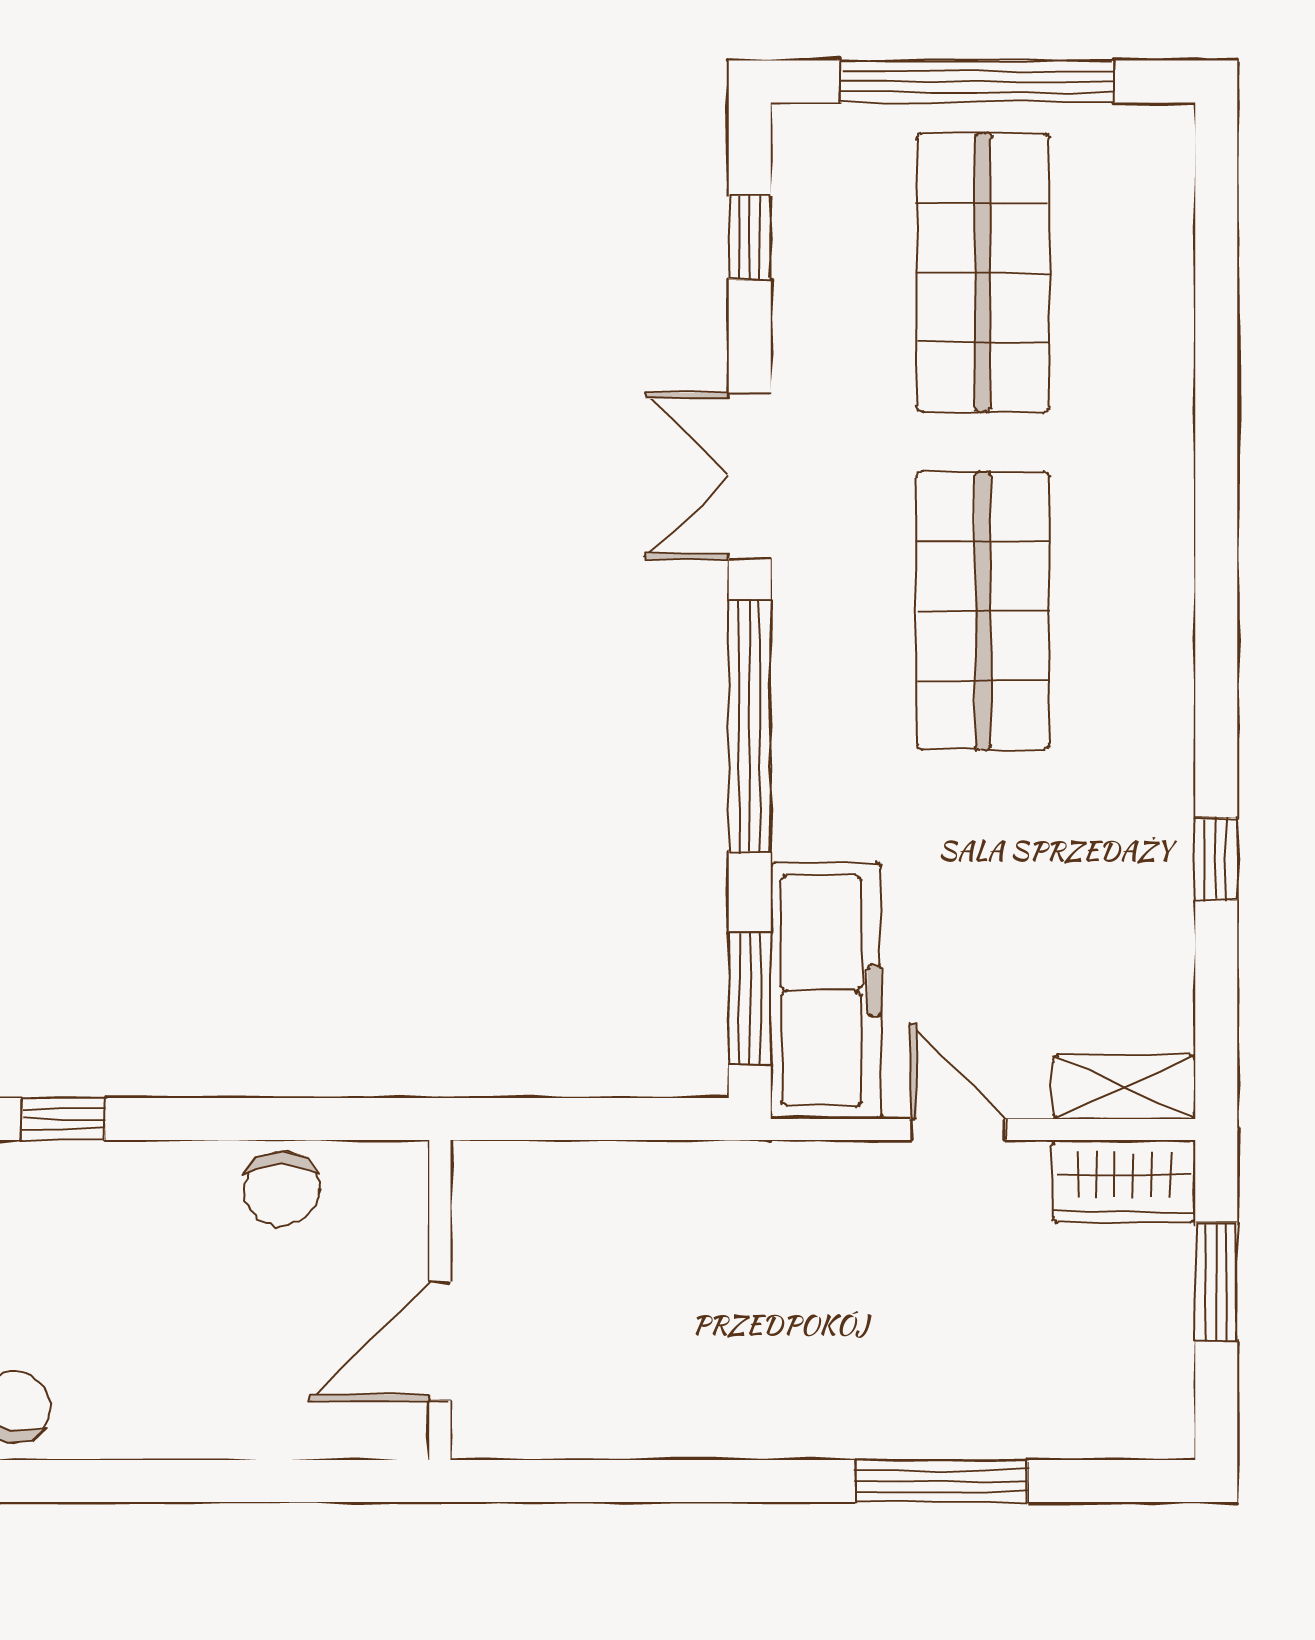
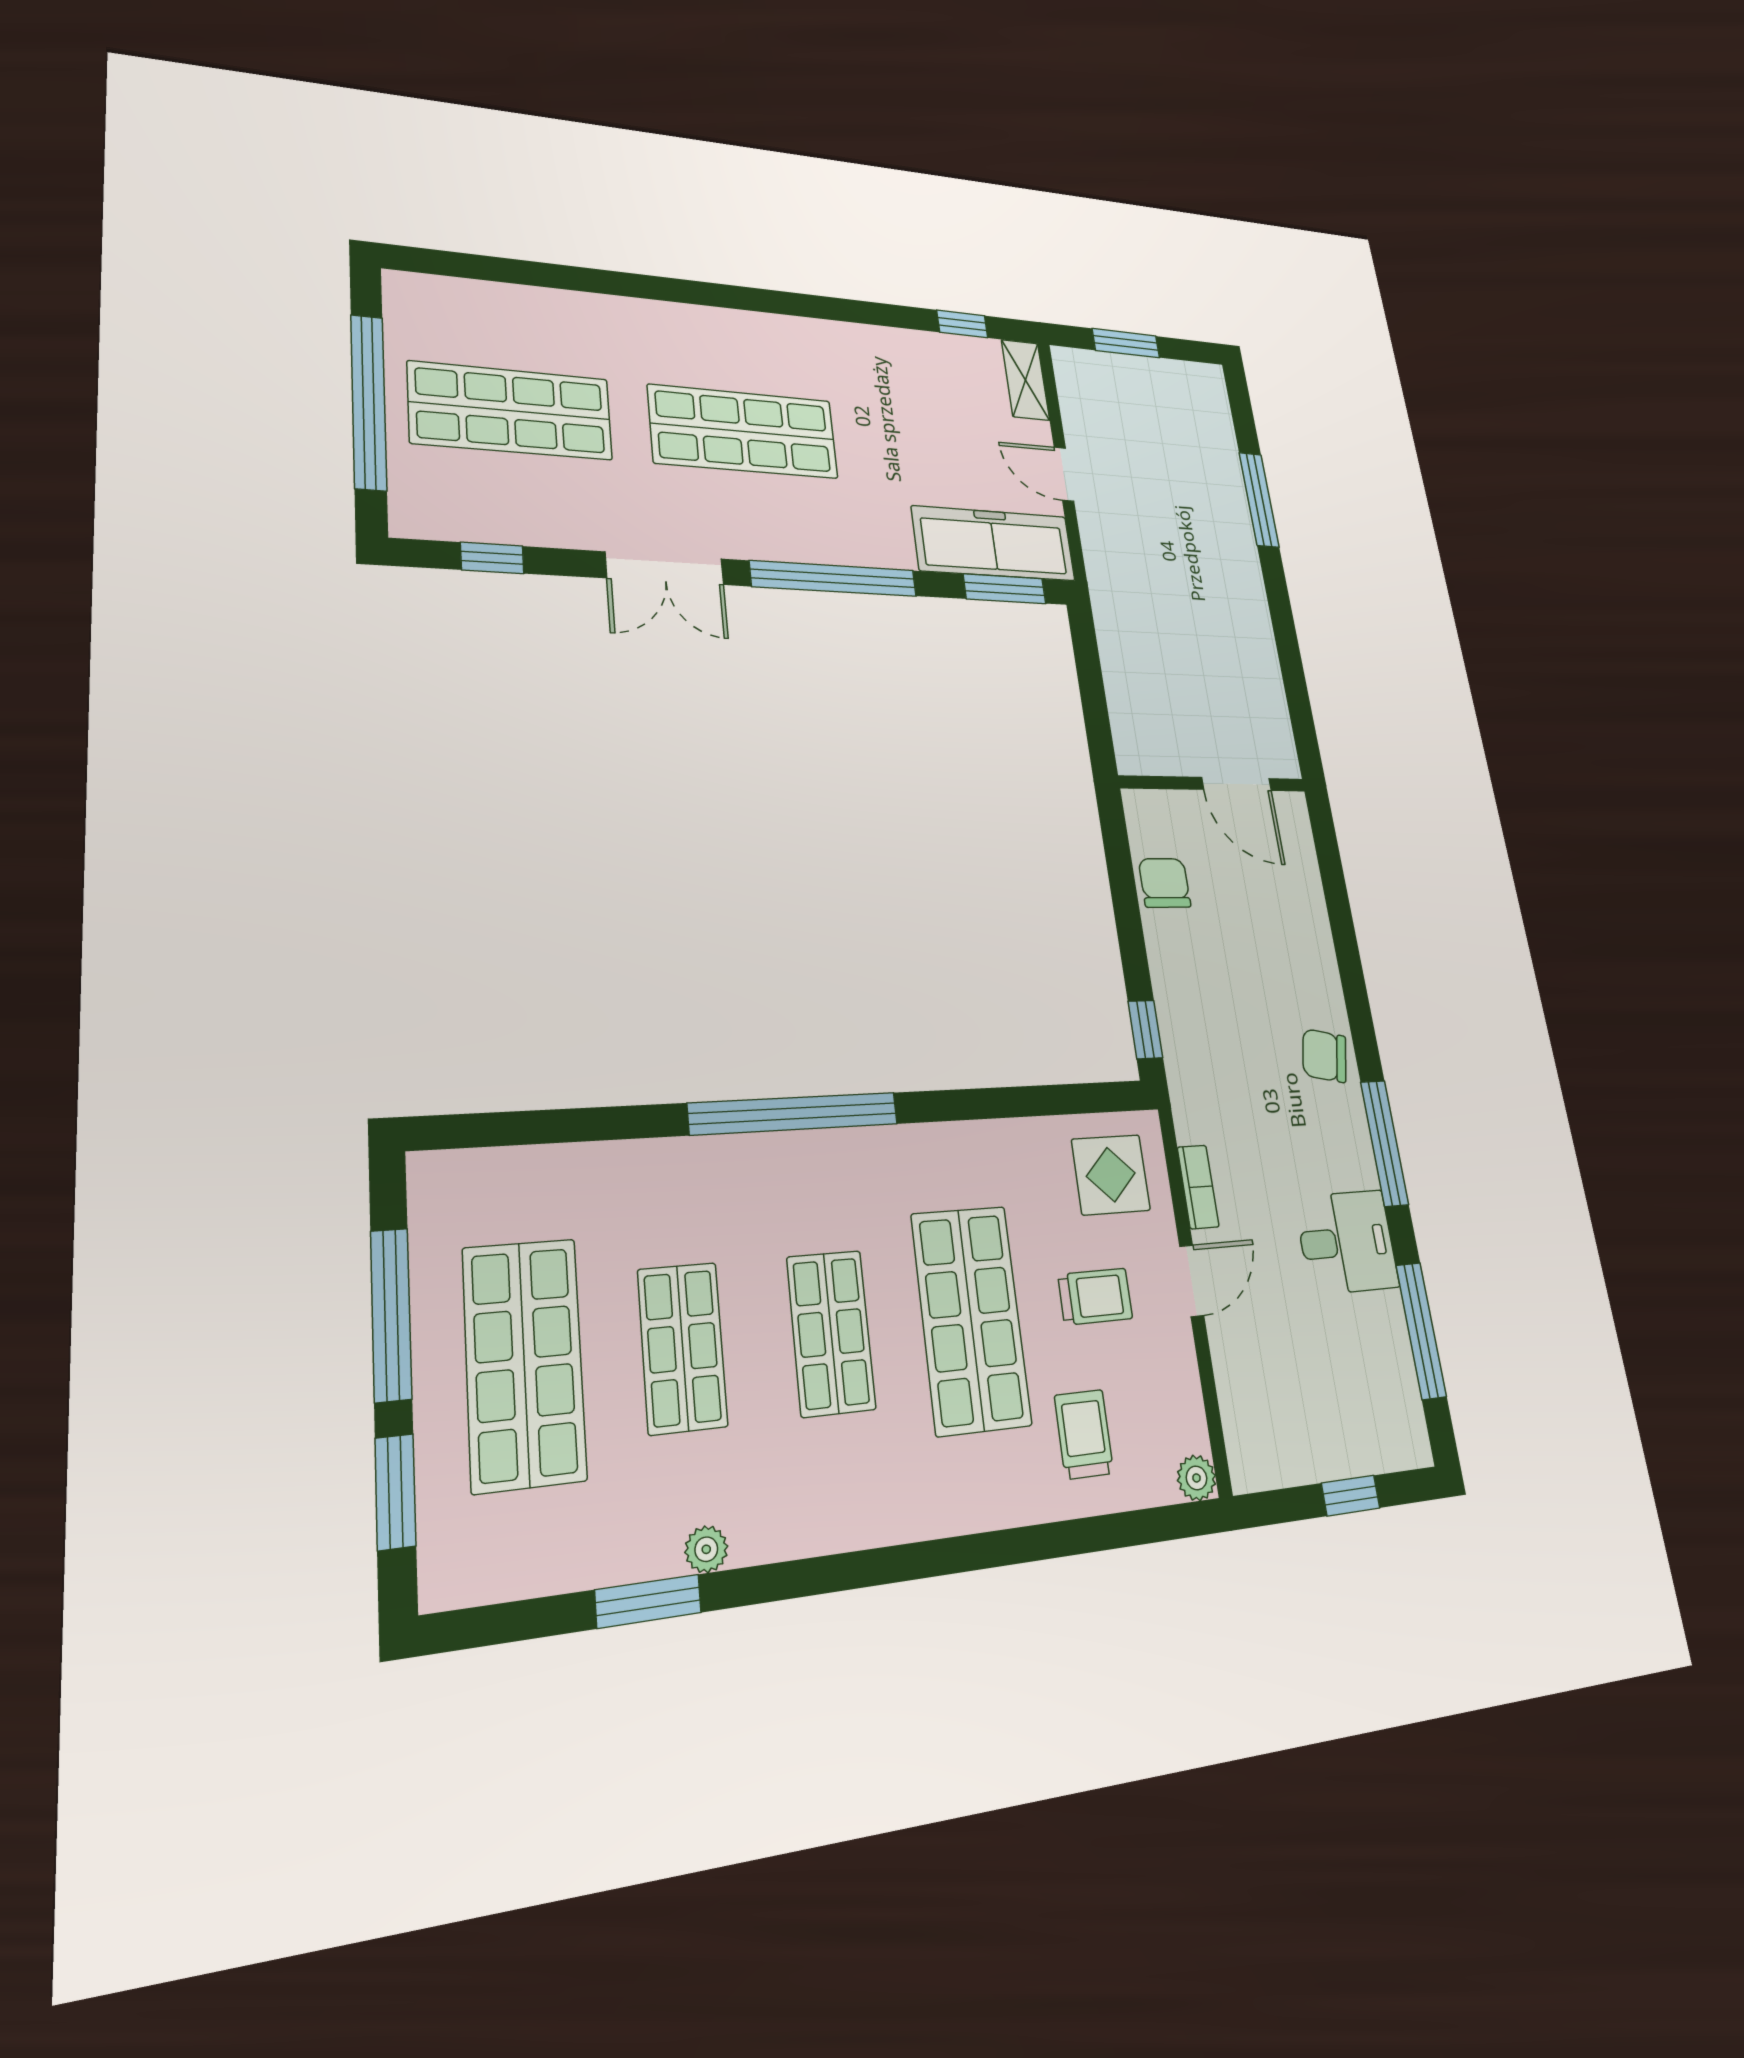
window: (1216, 859) -> (962, 324), moved
door: (958, 1129) -> (1064, 474), hinge flipped
wardrobe: (1124, 1181) -> (1079, 386), removed
chair: (282, 1189) -> (1165, 883), turned -90

